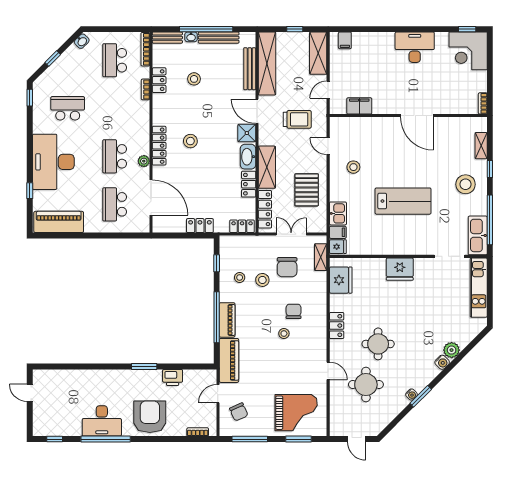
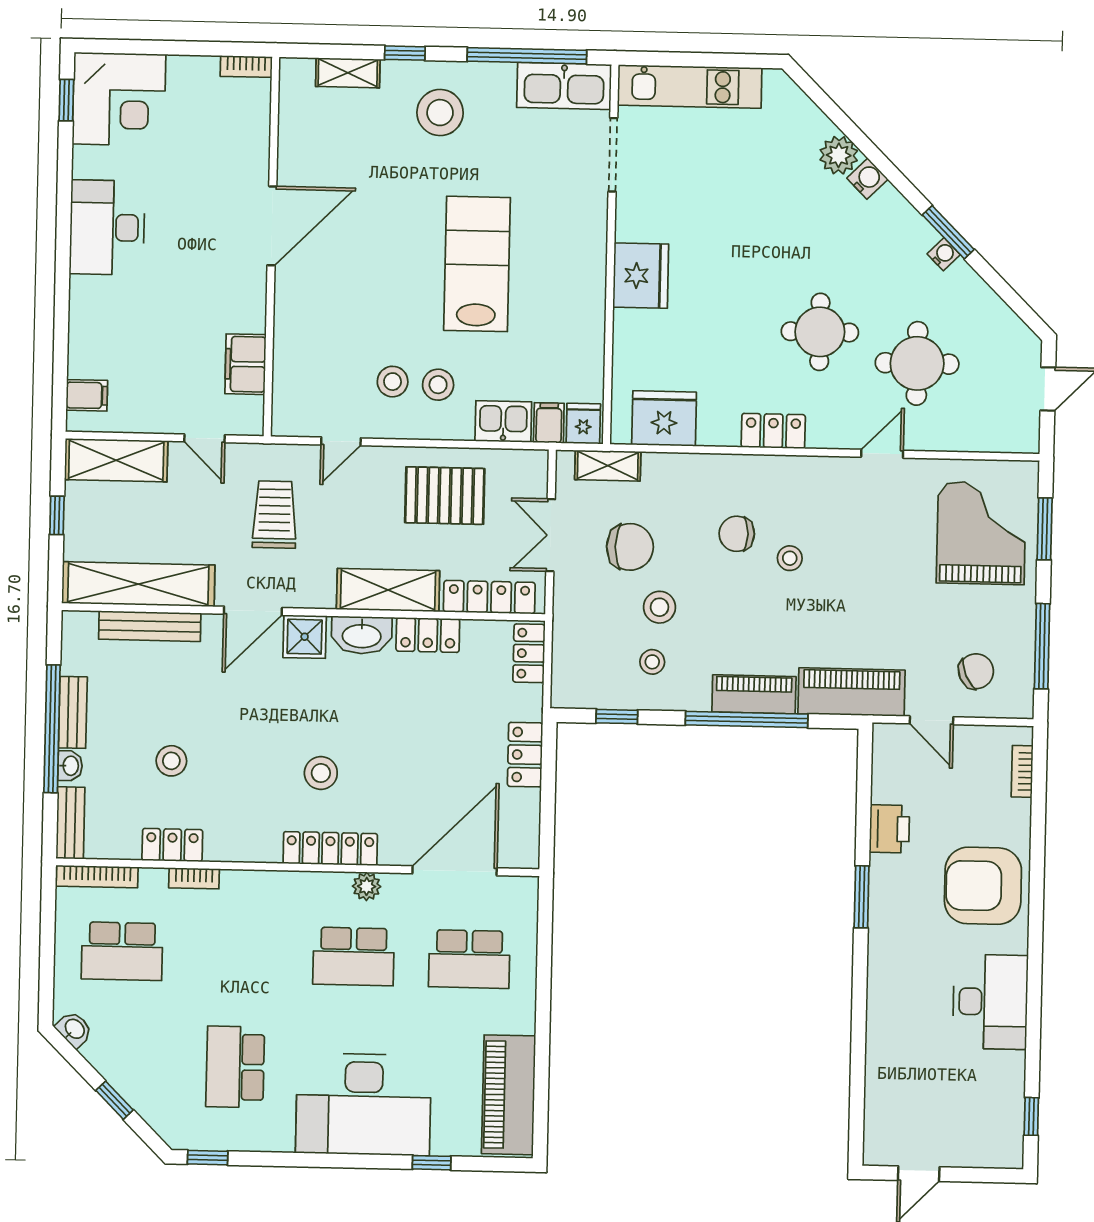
bench: (219, 38) -> (73, 712), width x0.73
stool: (353, 186) -> (438, 385), added
window: (106, 439) -> (1034, 994), removed

